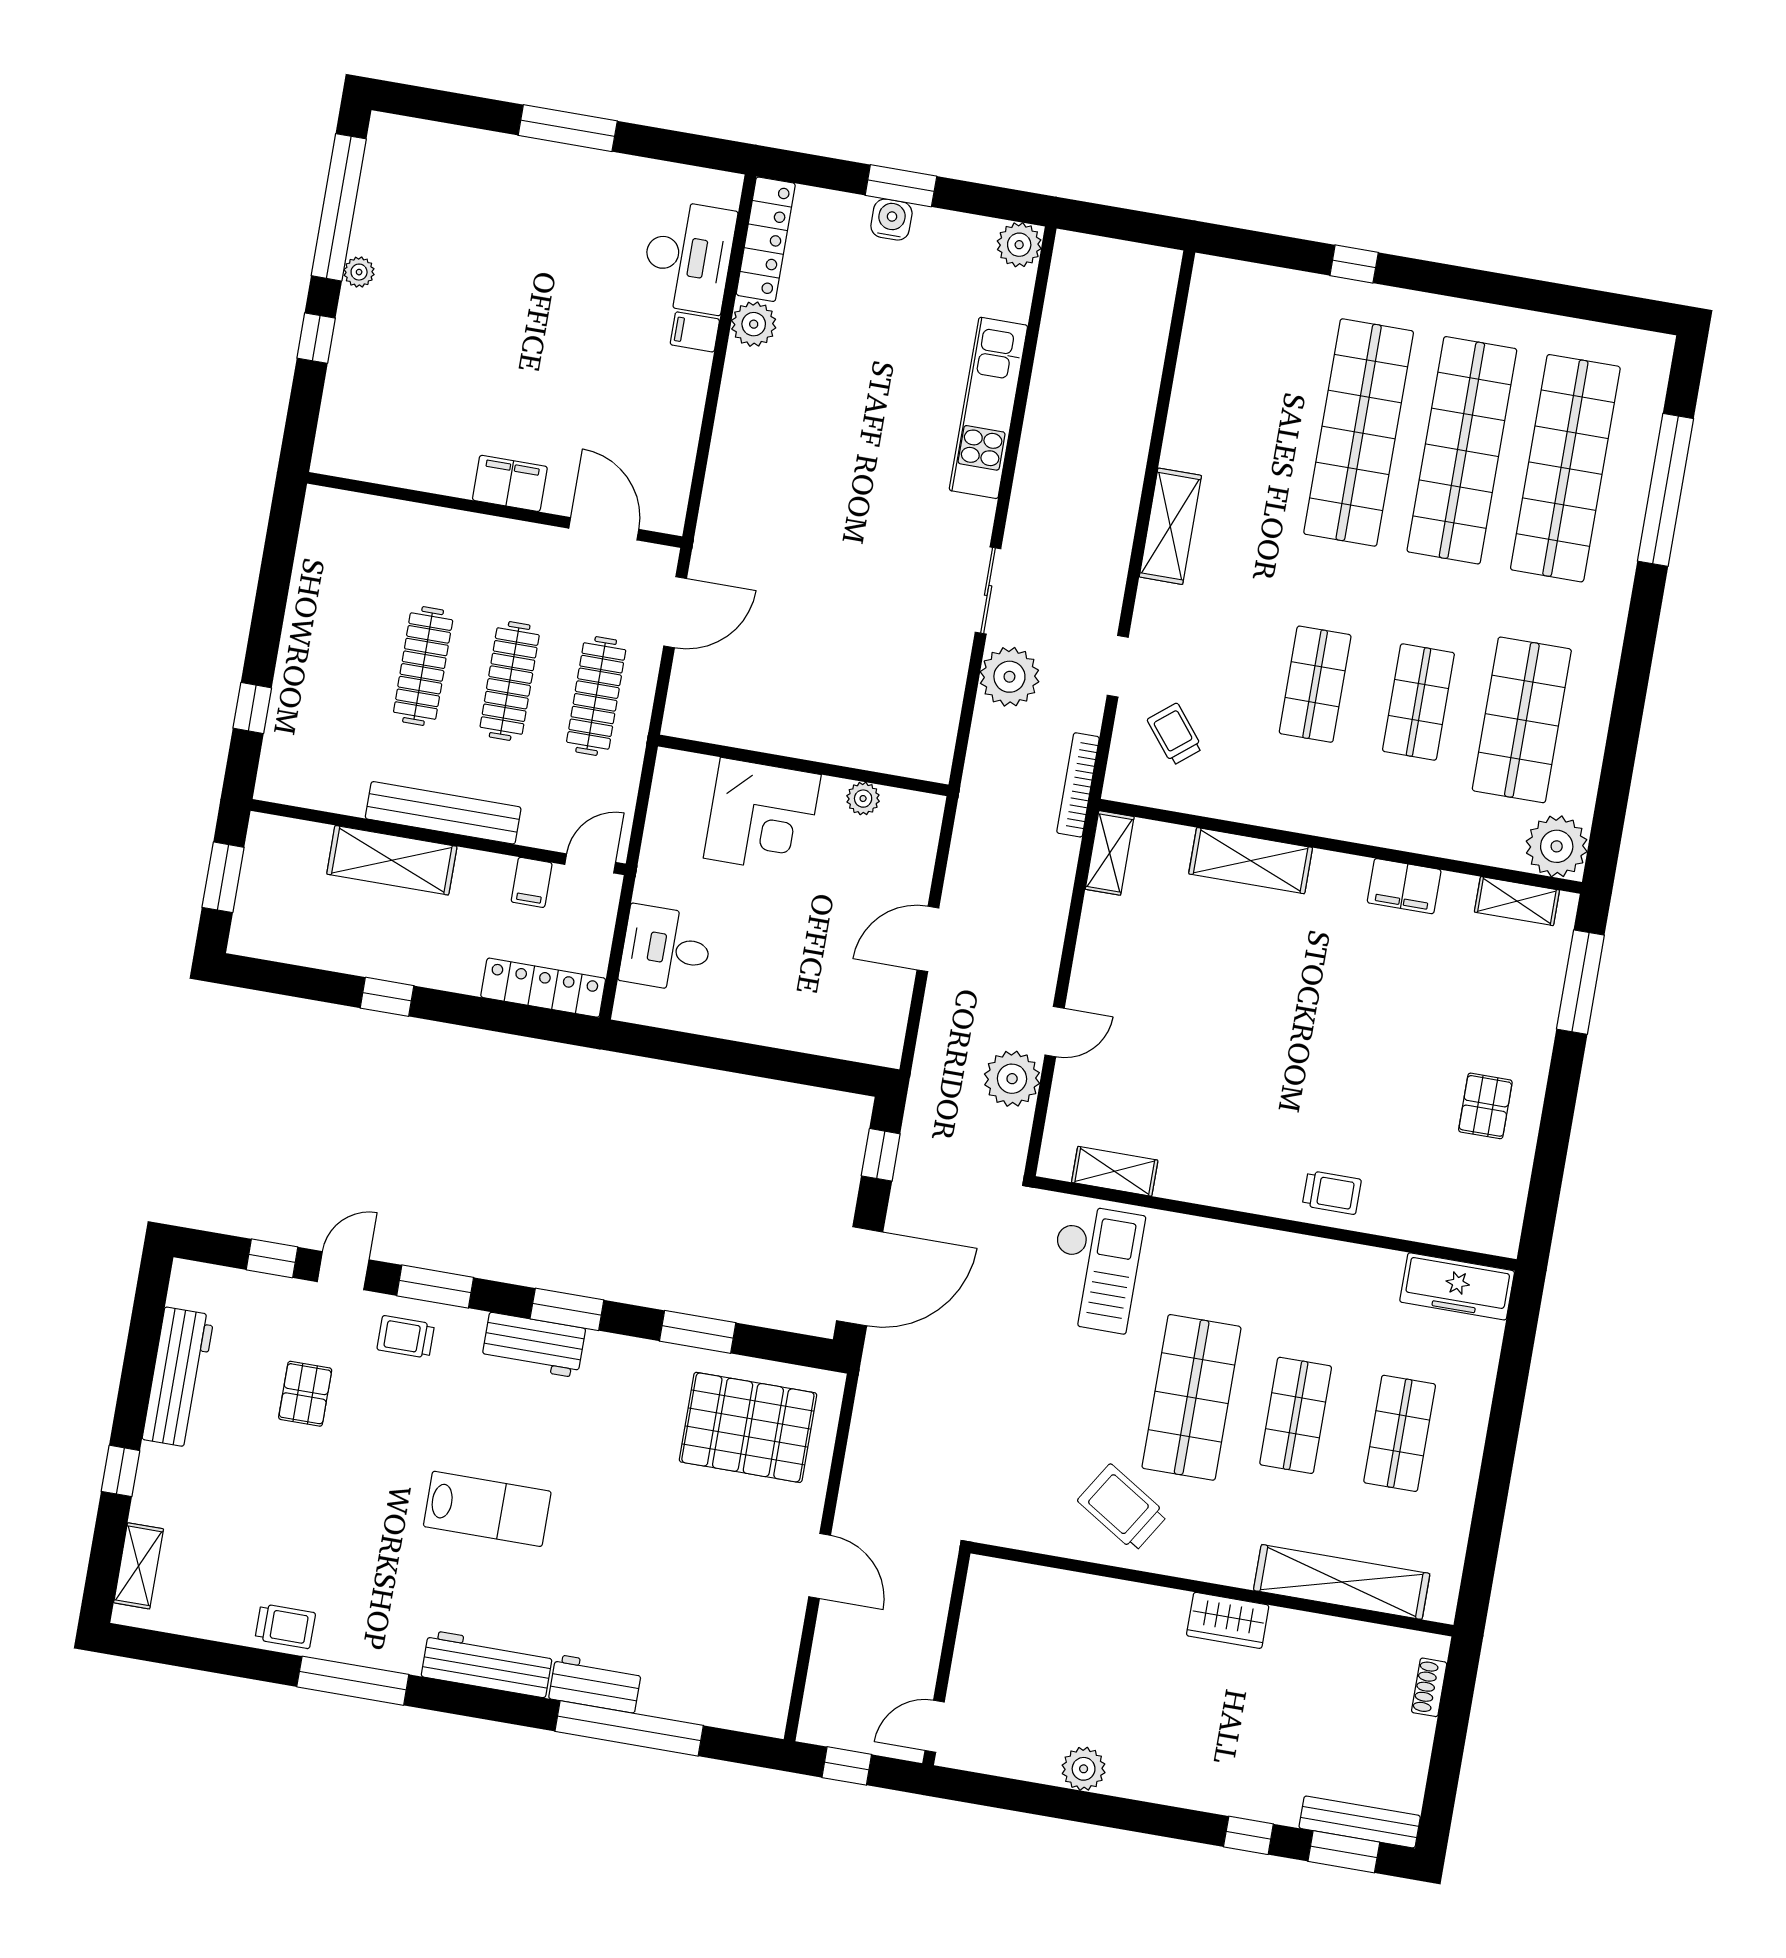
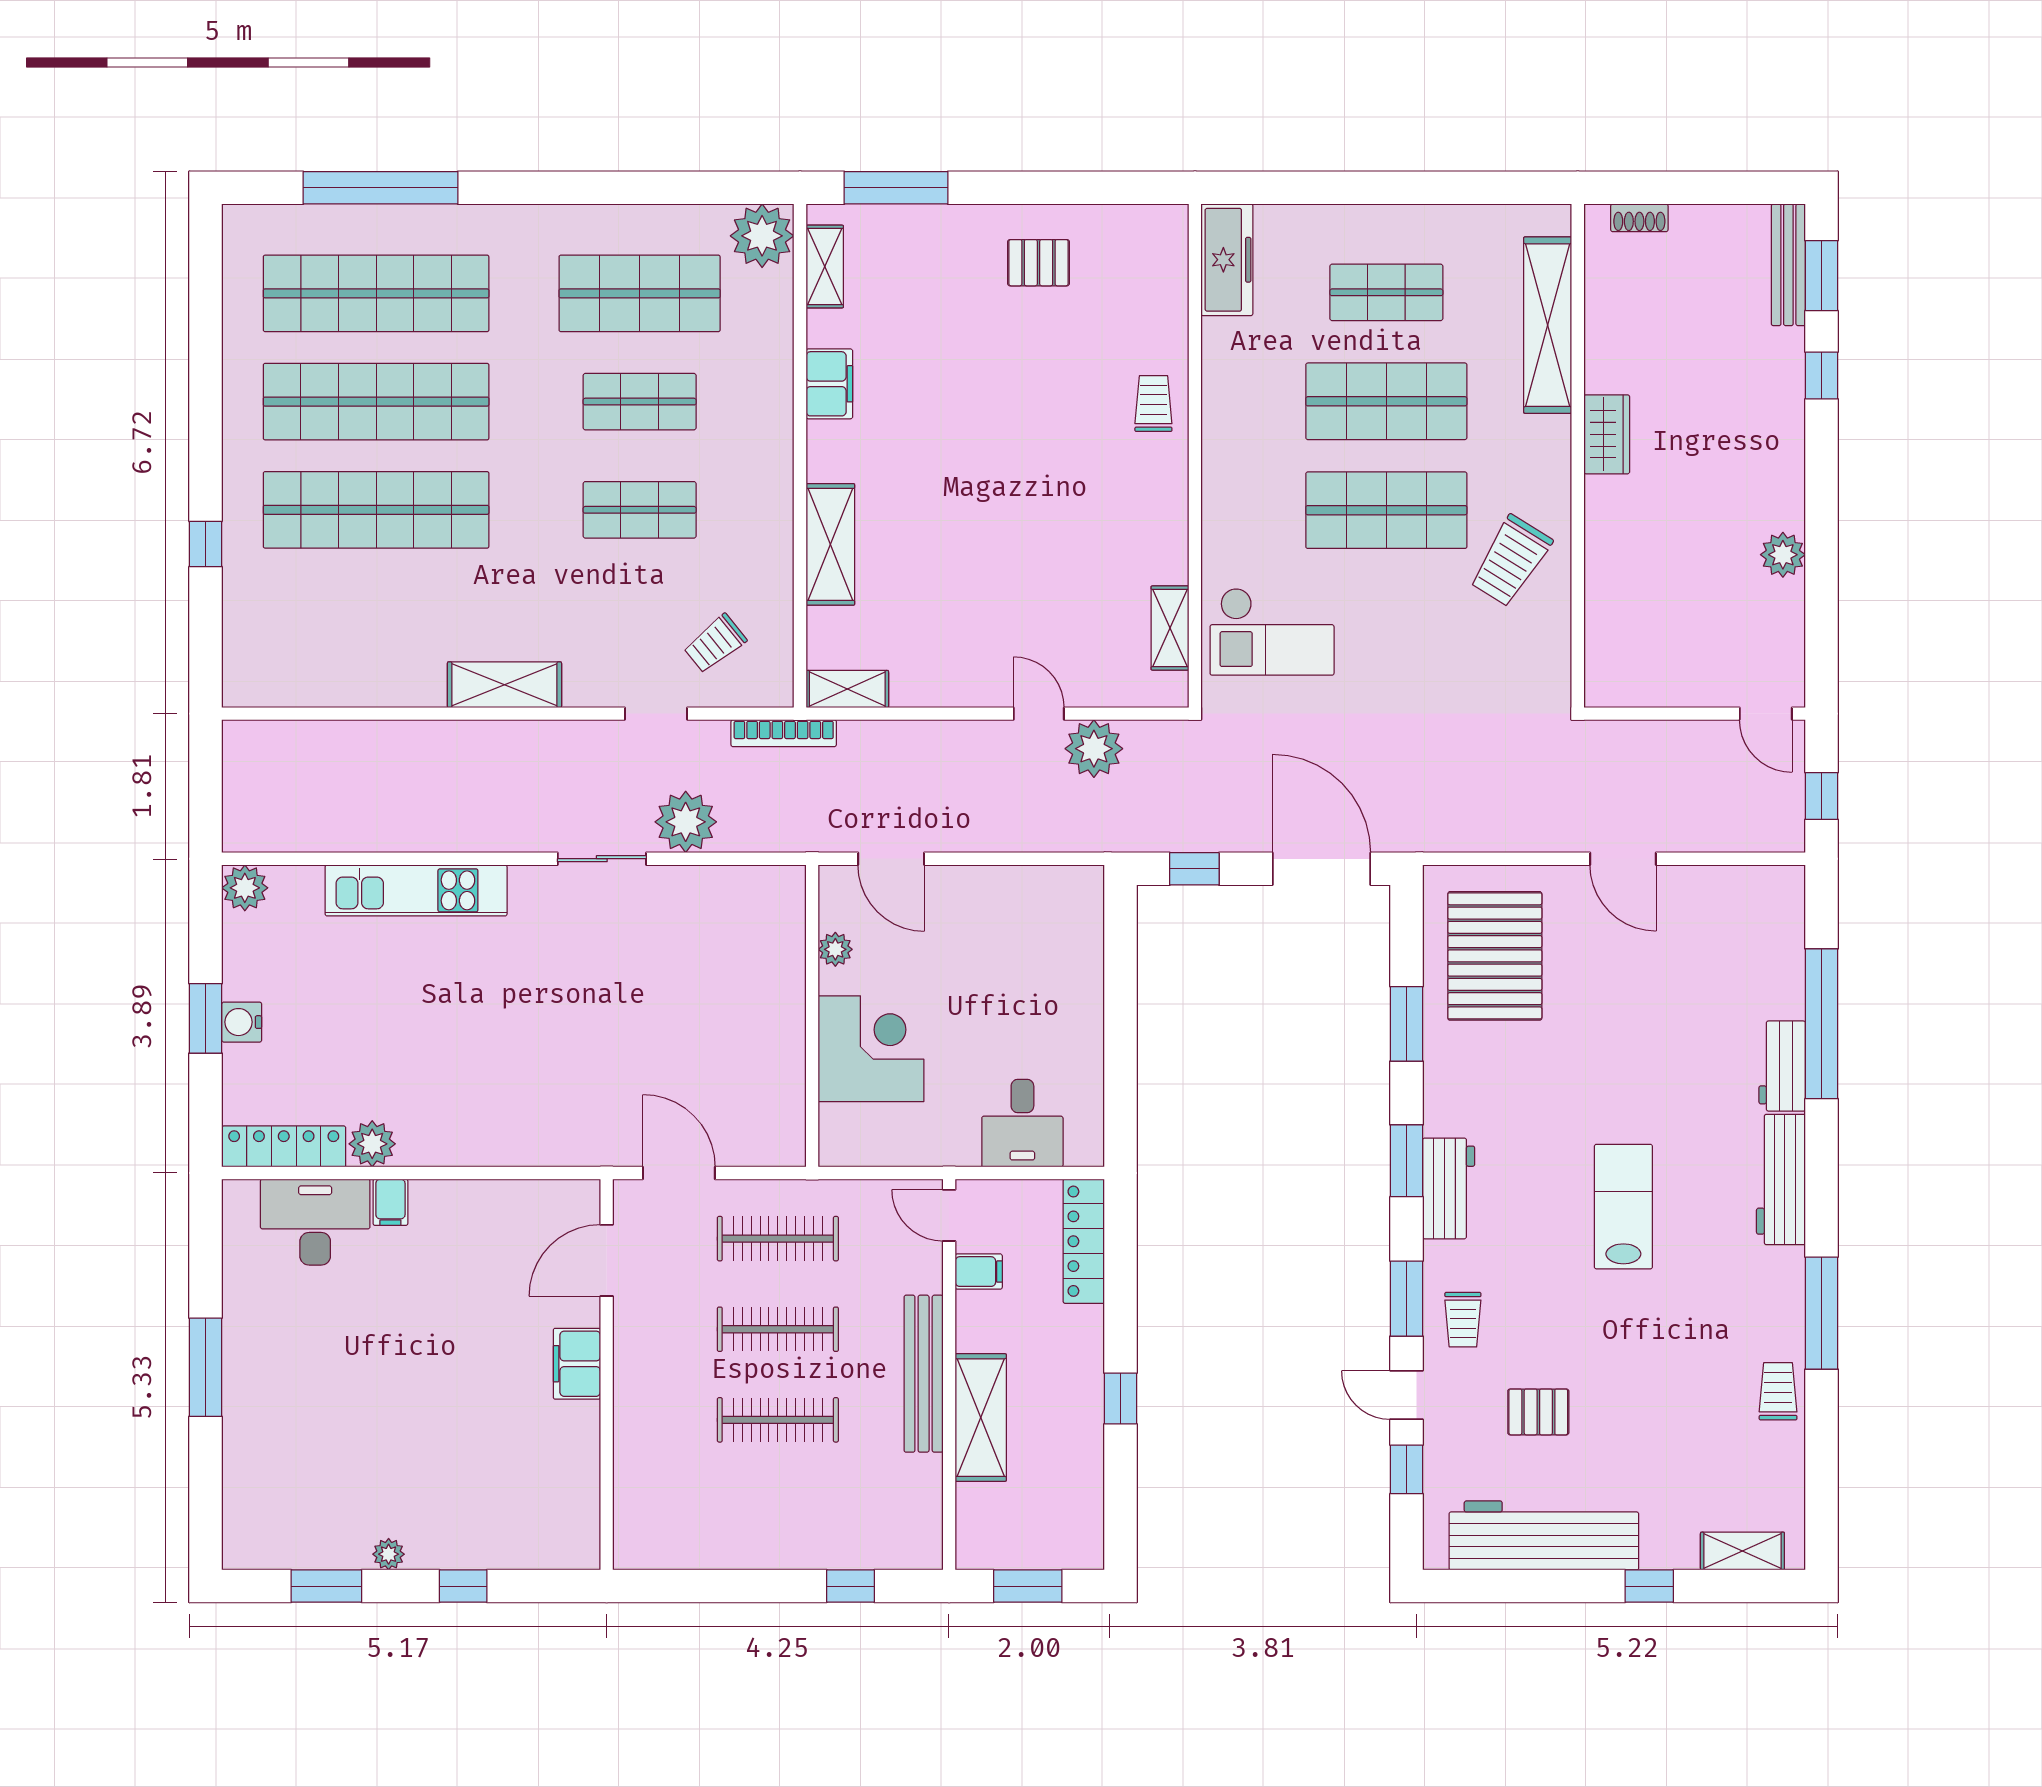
window: (339, 207) -> (326, 1586), width x0.47
door: (928, 939) -> (891, 859), moved
checkout: (1094, 1268) -> (1272, 632), turned 180
workbench: (178, 1377) -> (1544, 1535), width x1.36, depth x1.32
shop shelf: (1296, 1415) -> (1386, 401), width x1.43, depth x1.36
door: (820, 1566) -> (1623, 859), swing flipped

